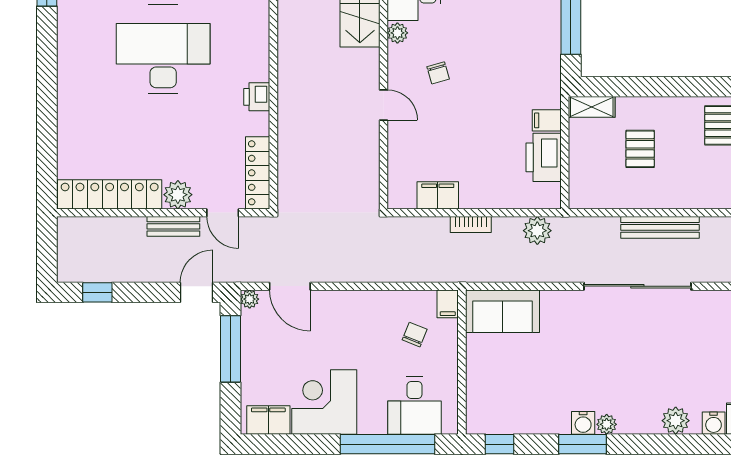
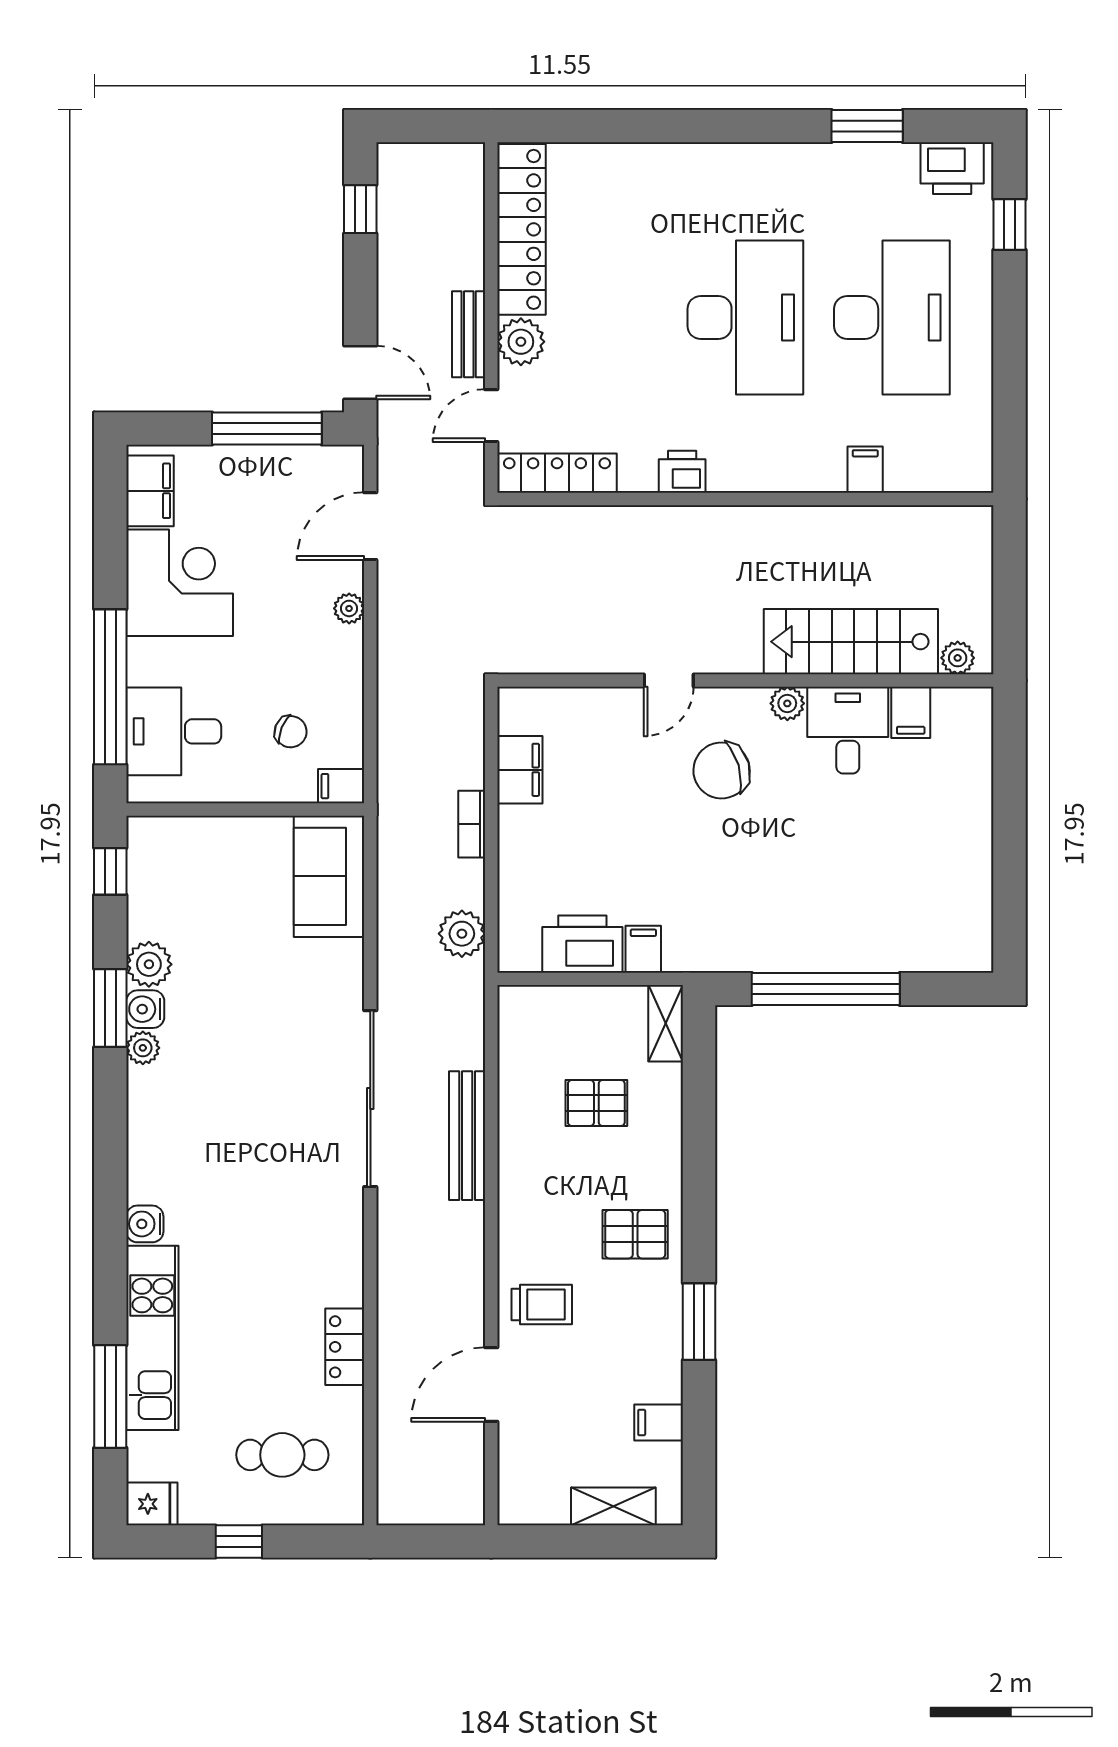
chair: (438, 73) -> (722, 770), width x1.87, depth x1.87
plant: (250, 299) -> (349, 608), moved
plant: (676, 421) -> (149, 964), moved

